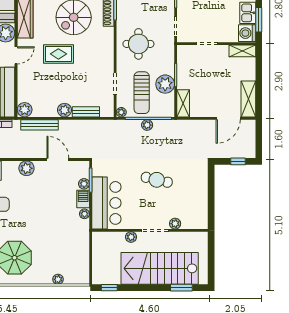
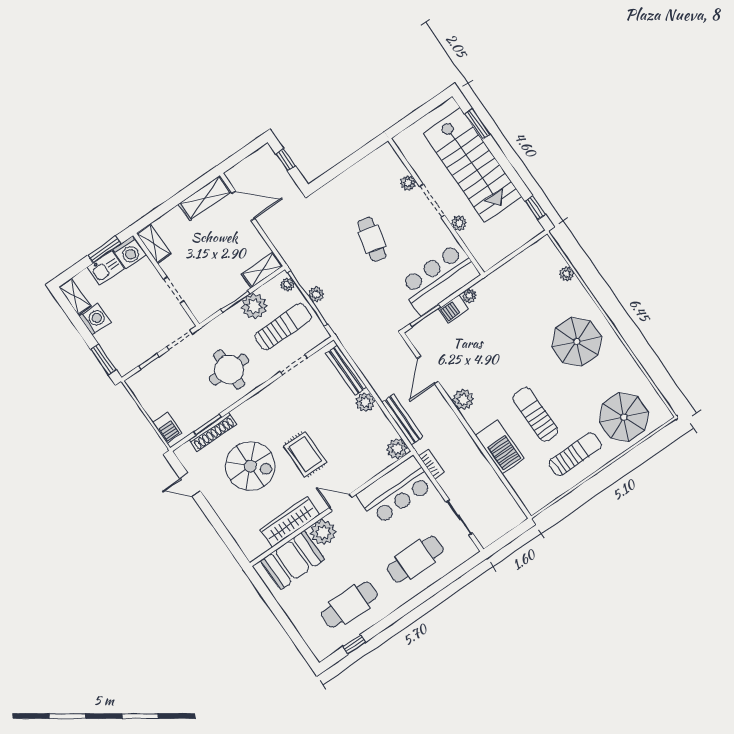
bench: (86, 112) -> (346, 370), width x1.36
plant: (121, 112) -> (287, 284), moved
plant: (84, 184) -> (435, 320), removed

